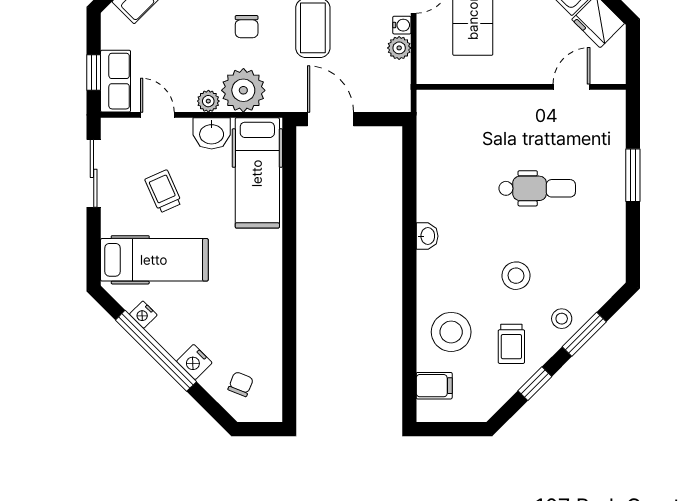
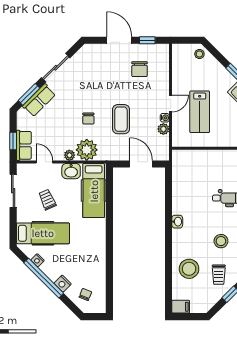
door: (331, 119) -> (141, 164), moved
filing cabinet: (434, 386) -> (181, 307), moved

